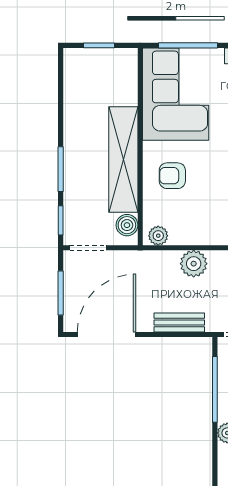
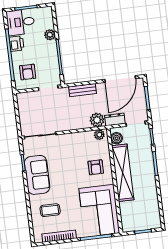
armchair: (172, 176) -> (96, 167), turned 90
dresser: (126, 260) -> (115, 119), added
plant: (194, 264) -> (97, 120), moved

